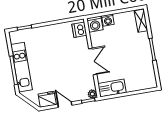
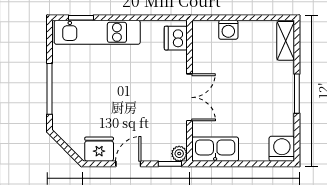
washing machine: (95, 24) -> (282, 149), moved, turned 180
kitchen unit: (21, 67) -> (97, 32), moved, turned 90
door: (65, 105) -> (128, 164), hinge flipped

